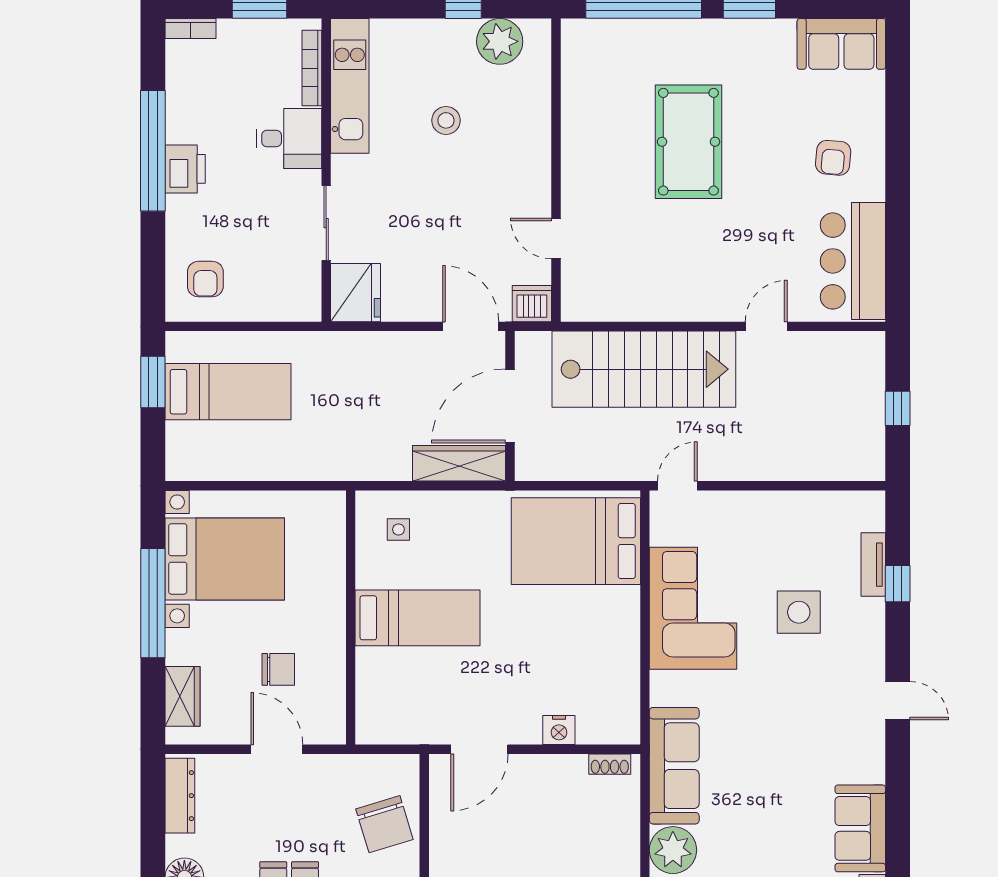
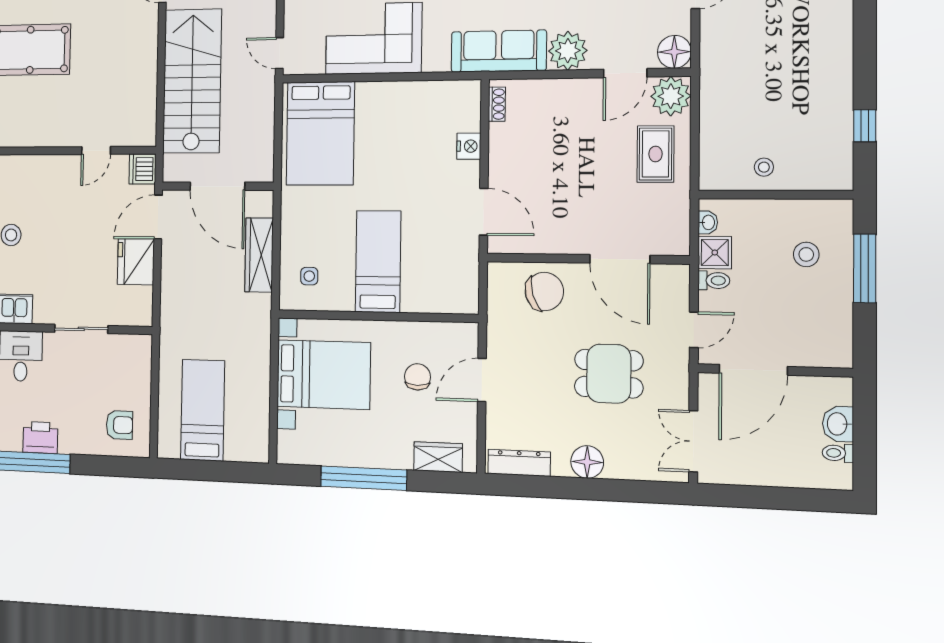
fridge: (356, 293) -> (136, 262), moved, turned -90
window: (153, 382) -> (194, 470), removed
wardrobe: (459, 463) -> (259, 255), moved
bed with nightstands: (225, 559) -> (324, 375), moved, turned 90

